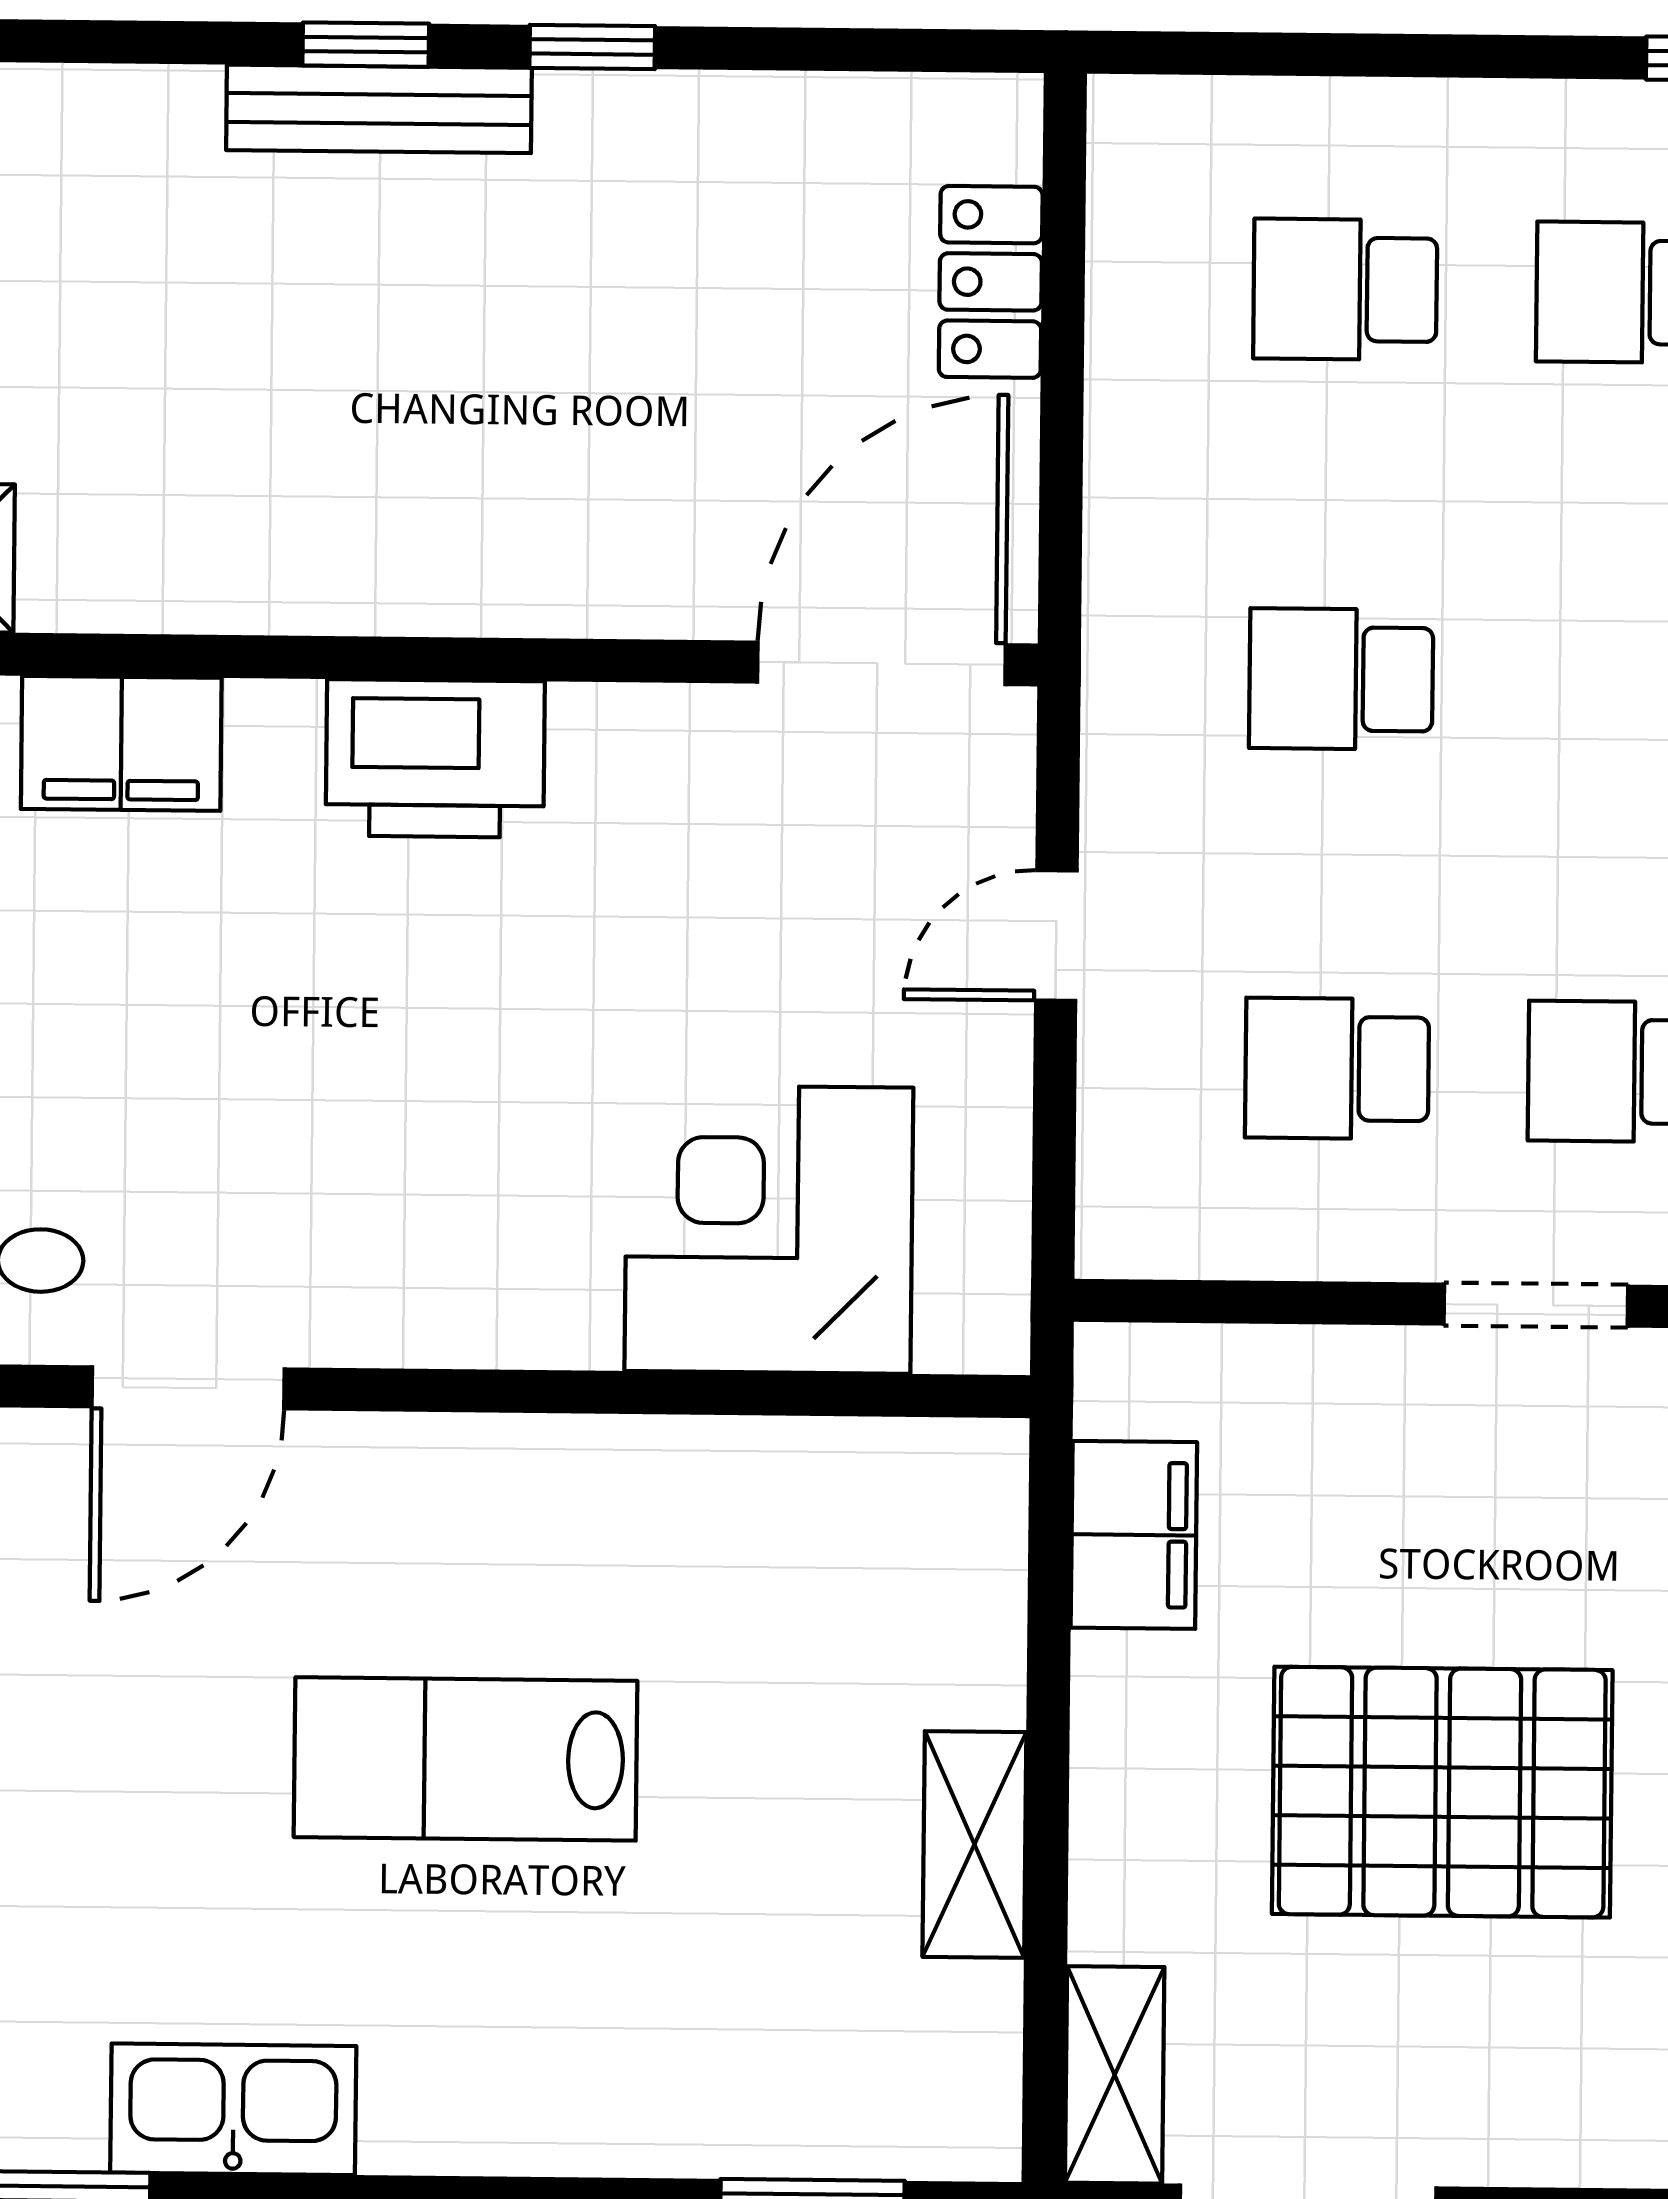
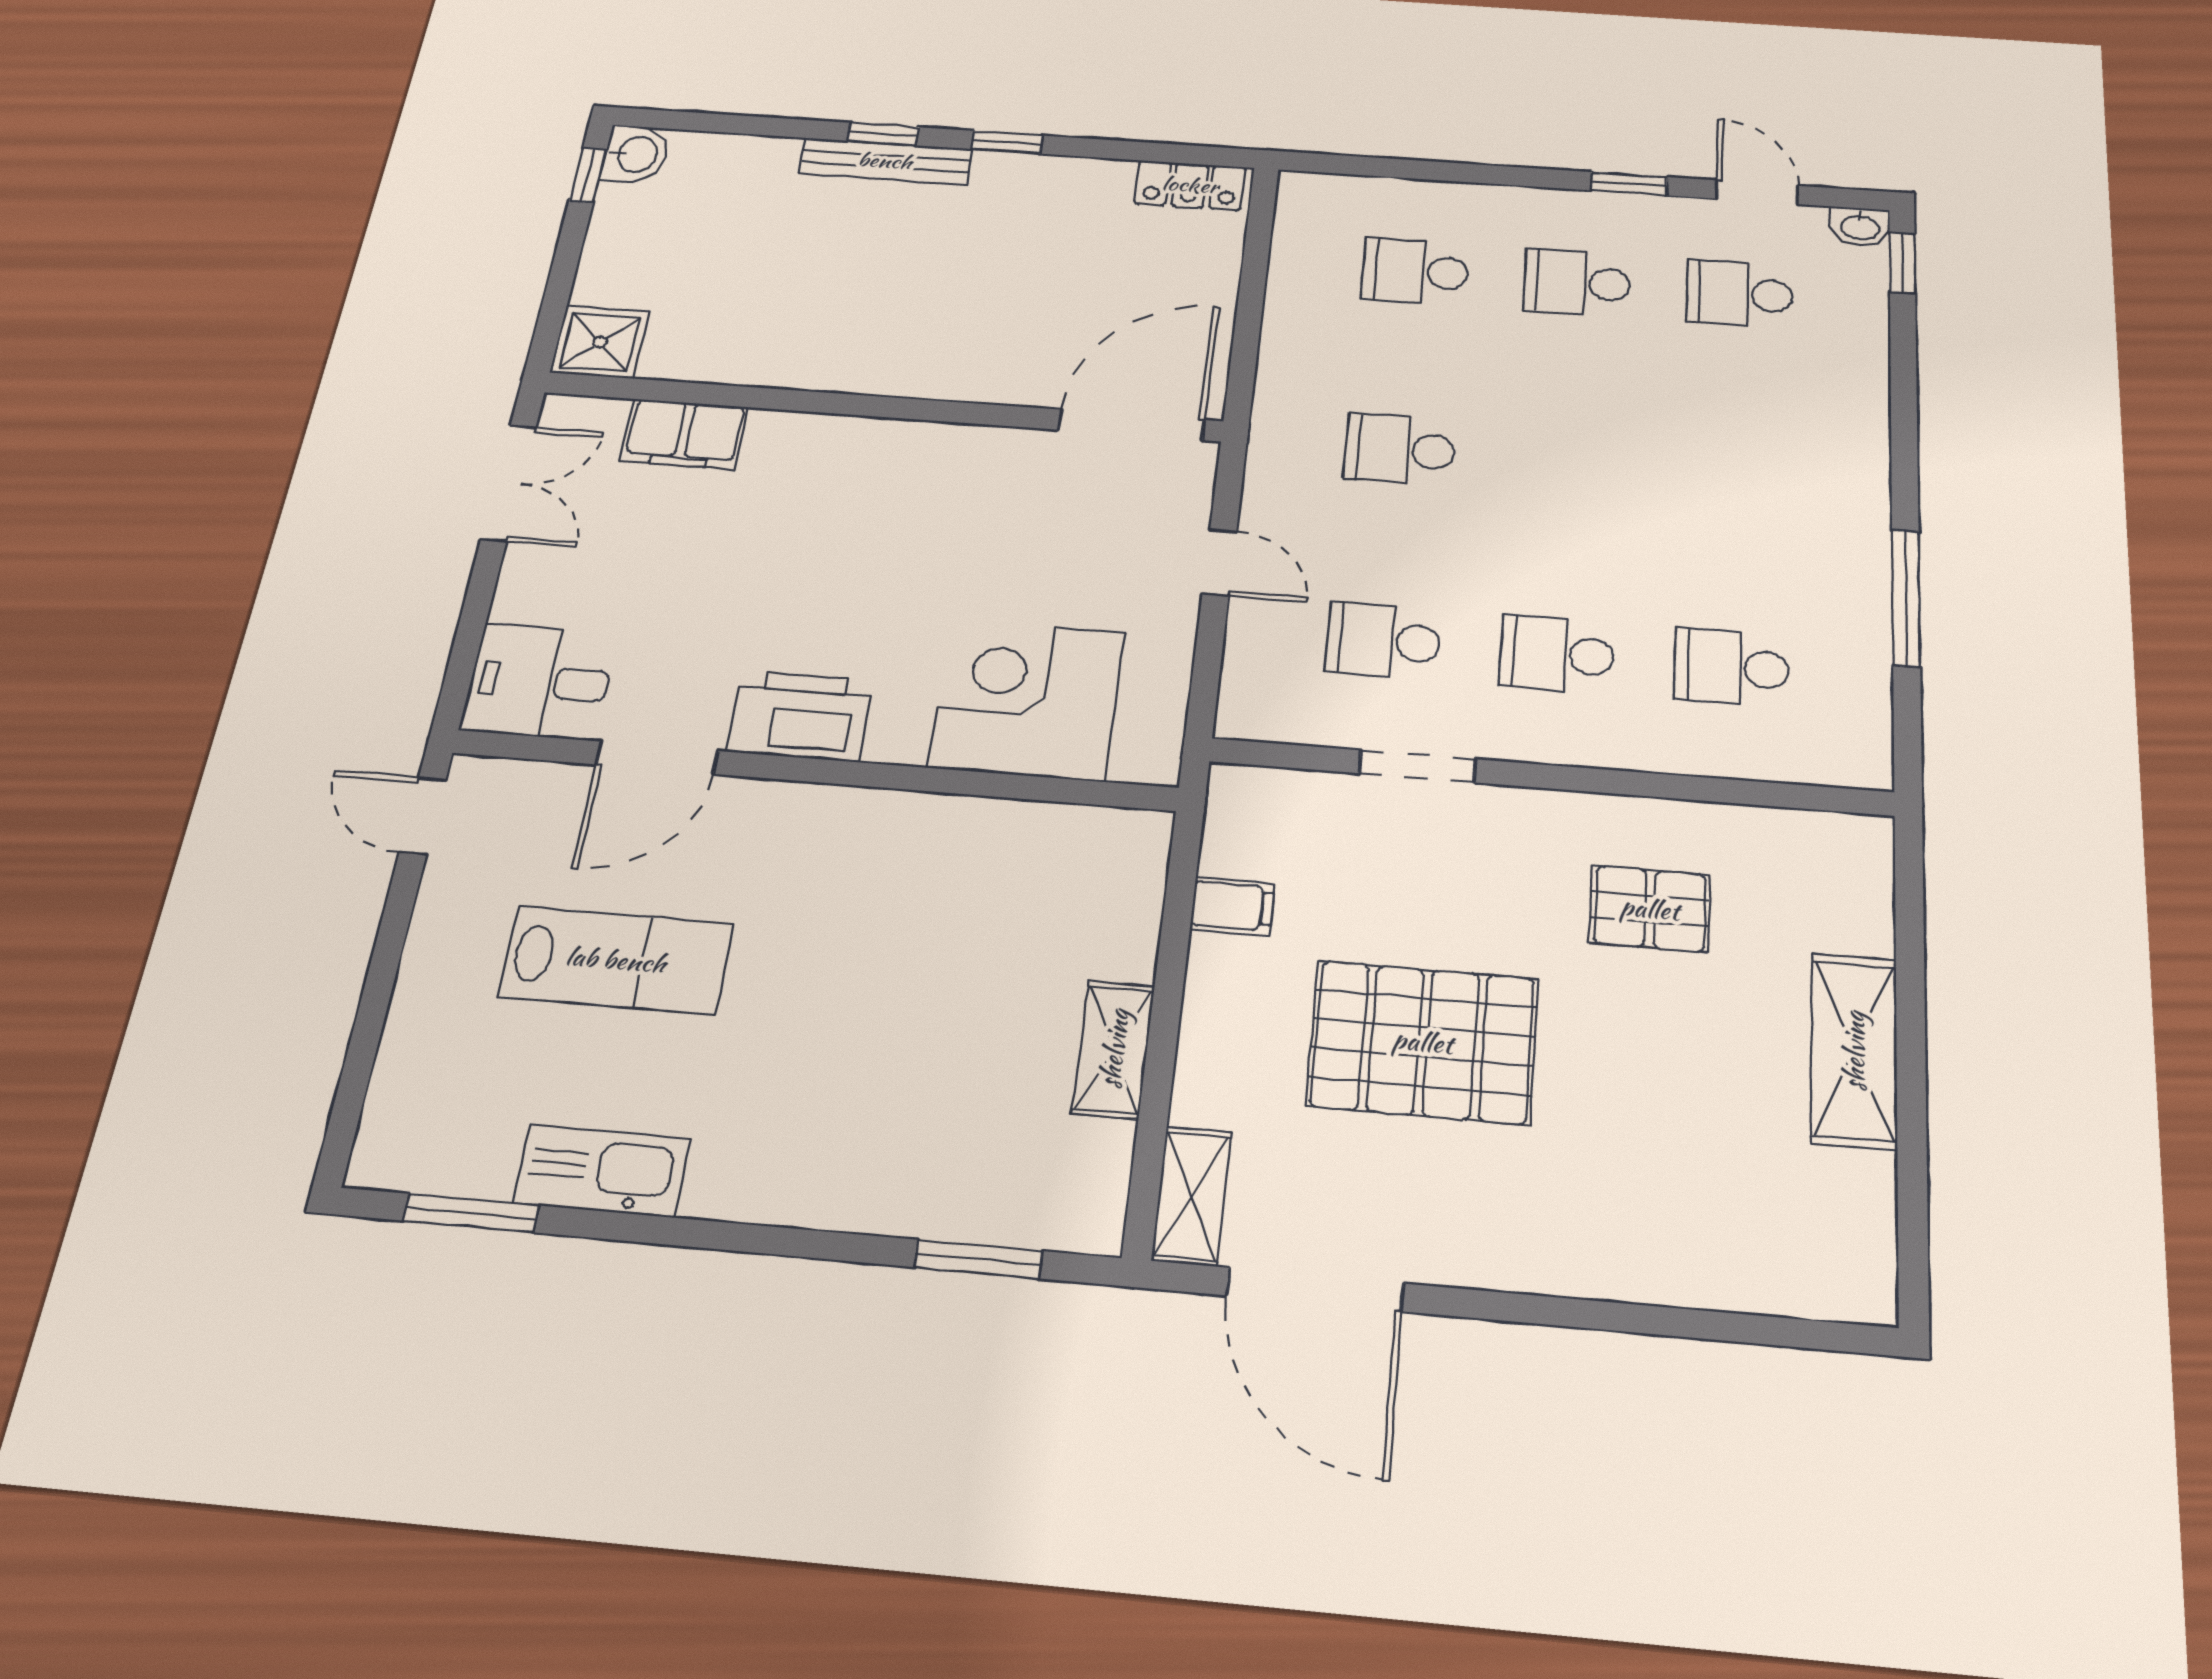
locker: (991, 282) -> (1190, 185), moved, turned -90
printer: (435, 758) -> (800, 716), moved, turned 180
door: (1056, 935) -> (1219, 563), swing flipped
doorway: (1536, 1305) -> (1417, 766), moved
filing cabinet: (1134, 1535) -> (1232, 906), width x0.50
lab bench: (466, 1759) -> (616, 960), moved, turned 180

